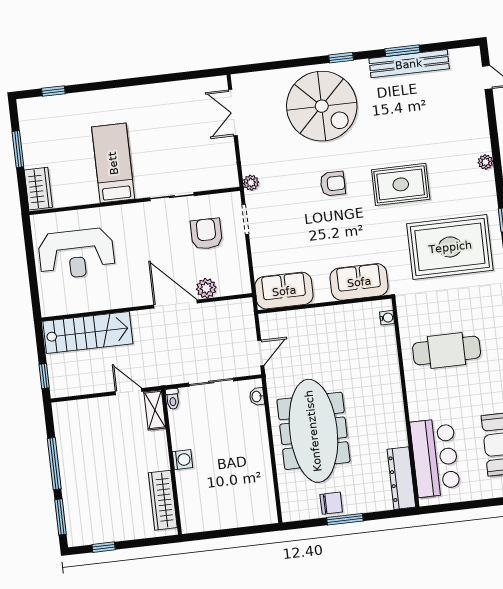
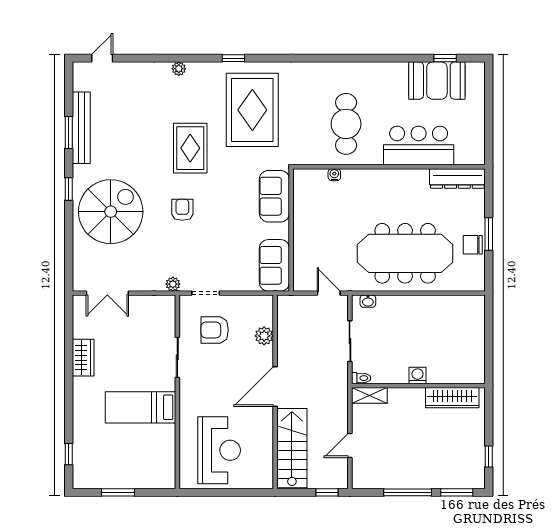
wardrobe: (38, 189) -> (83, 358), moved, turned 90
door: (175, 304) -> (275, 387), moved
water cooler: (387, 318) -> (334, 175), moved
door: (129, 392) -> (350, 445), moved
bar counter: (435, 458) -> (419, 146), moved
chair: (331, 503) -> (473, 245), turned -90

